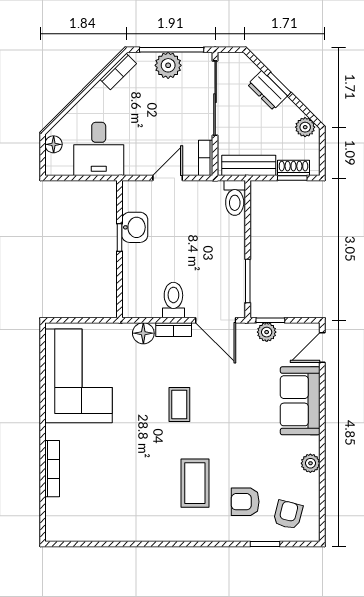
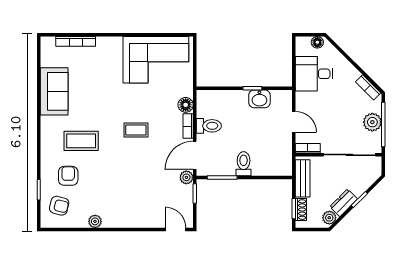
dresser: (267, 90) -> (344, 203), moved
toilet: (235, 198) -> (244, 164), moved, turned 90
plant: (267, 332) -> (186, 177), moved
sofa: (300, 401) -> (54, 91), moved, turned 90
bookcase: (52, 469) -> (76, 41), moved

